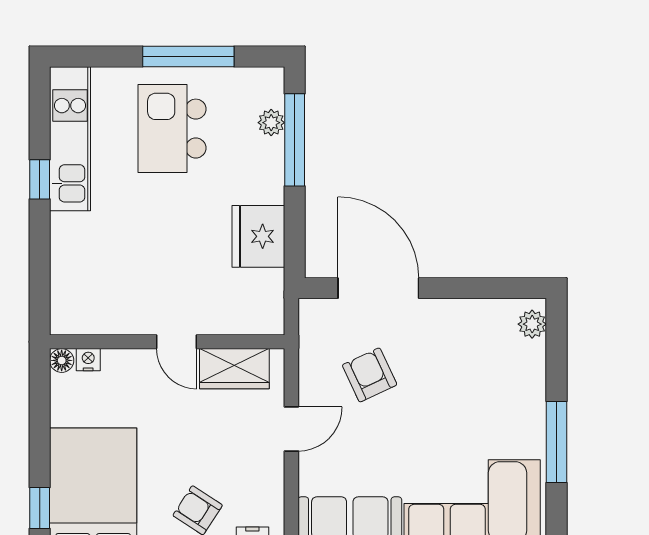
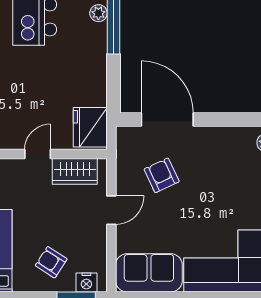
fridge: (258, 236) -> (90, 127), moved
door: (177, 342) -> (38, 154), swing flipped

